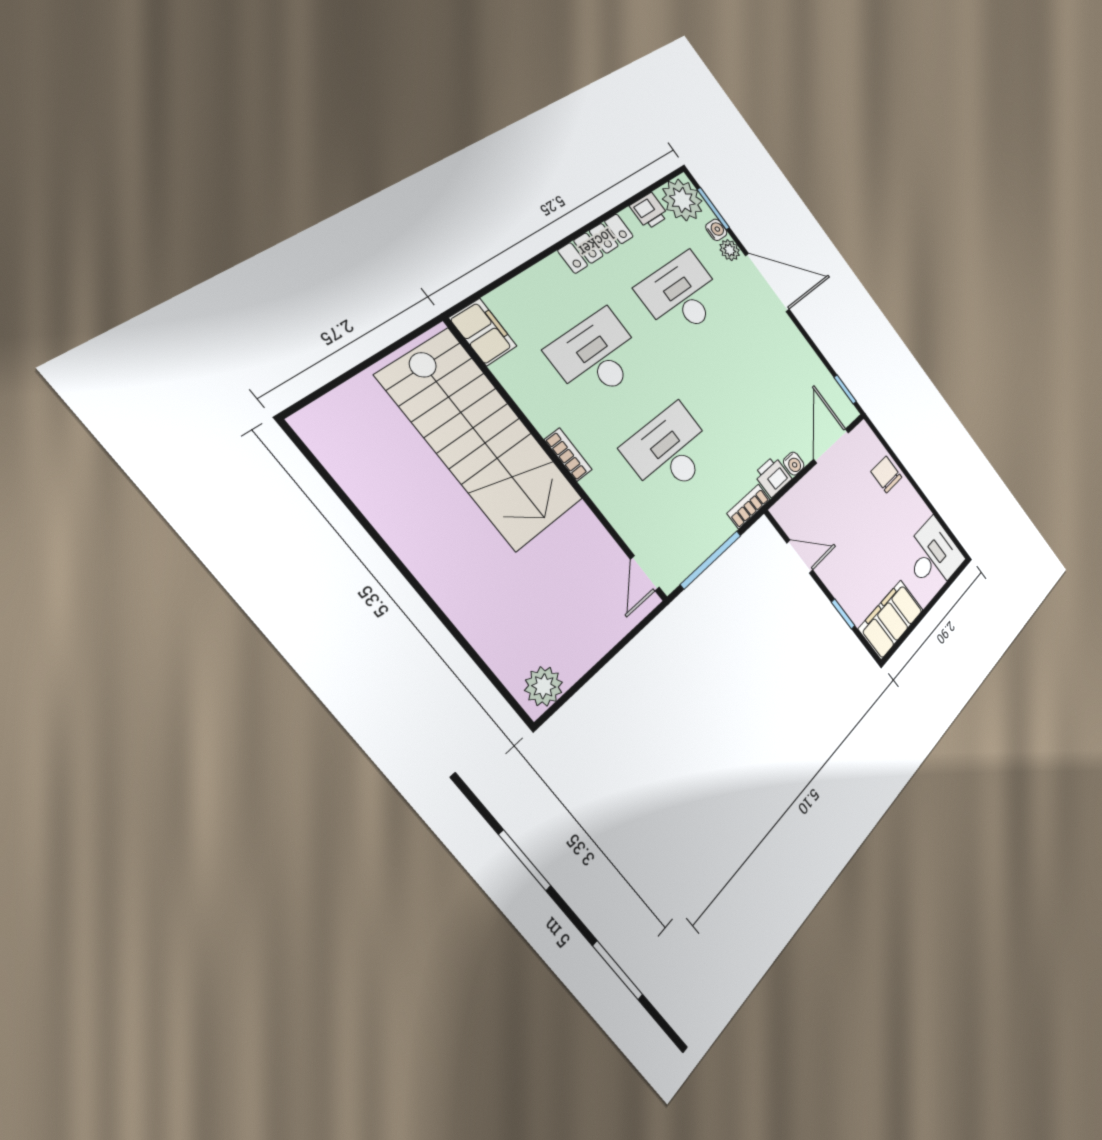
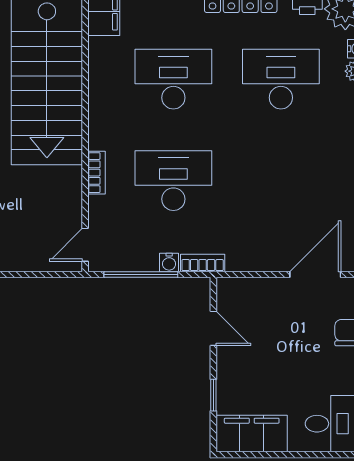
bookcase: (568, 455) -> (96, 173), moved
water cooler: (794, 464) -> (169, 262), moved
printer: (773, 476) -> (242, 258), removed

